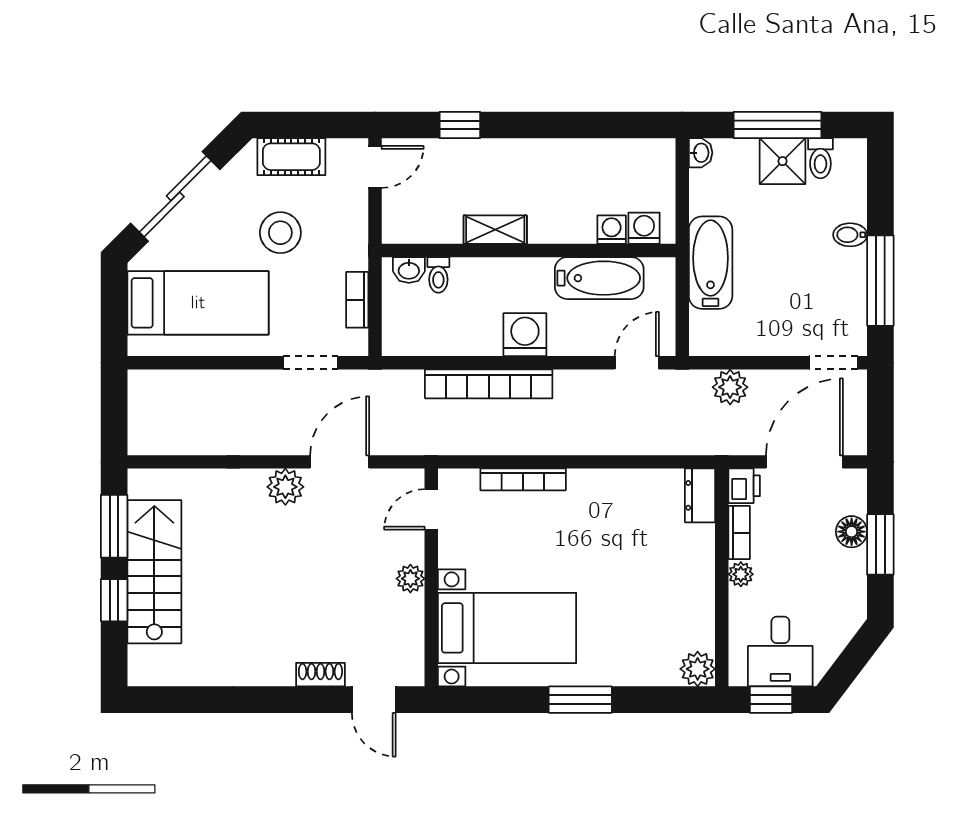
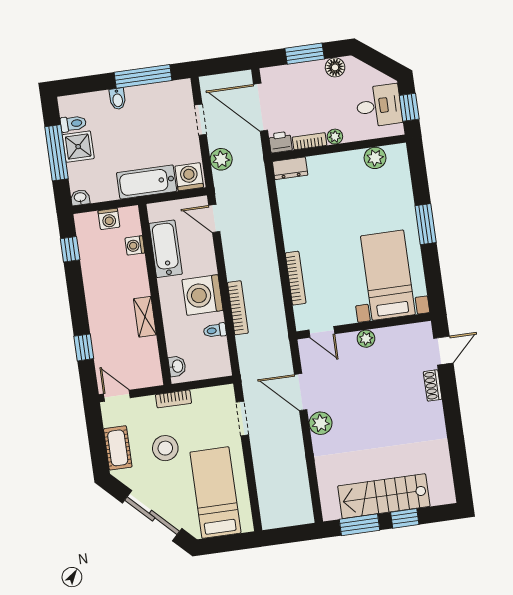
window: (620, 125) -> (70, 249), added
washing machine: (644, 228) -> (109, 219), moved, turned -90
toilet: (438, 275) -> (215, 330), moved, turned 180
bookcase: (357, 300) -> (173, 399), moved
washing machine: (709, 332) -> (189, 177), added
washing machine: (525, 335) -> (203, 295), width x1.37, depth x1.37
doorway: (833, 363) -> (200, 120), moved
bookcase: (489, 384) -> (238, 308), width x0.68, depth x0.76
floor lamp: (852, 532) -> (335, 67), moved
plant: (698, 669) -> (375, 158), moved

